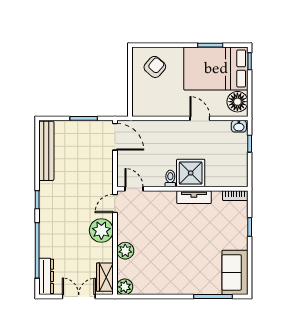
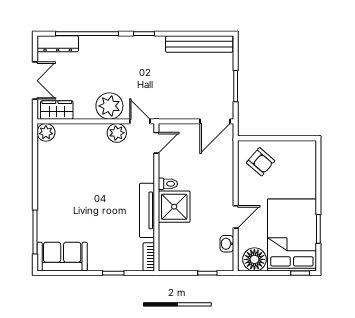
armchair: (155, 67) -> (261, 162), moved
washbasin: (239, 126) -> (227, 244), moved
tv unit: (194, 197) -> (147, 210), width x1.41
plant: (125, 251) -> (117, 133), moved

